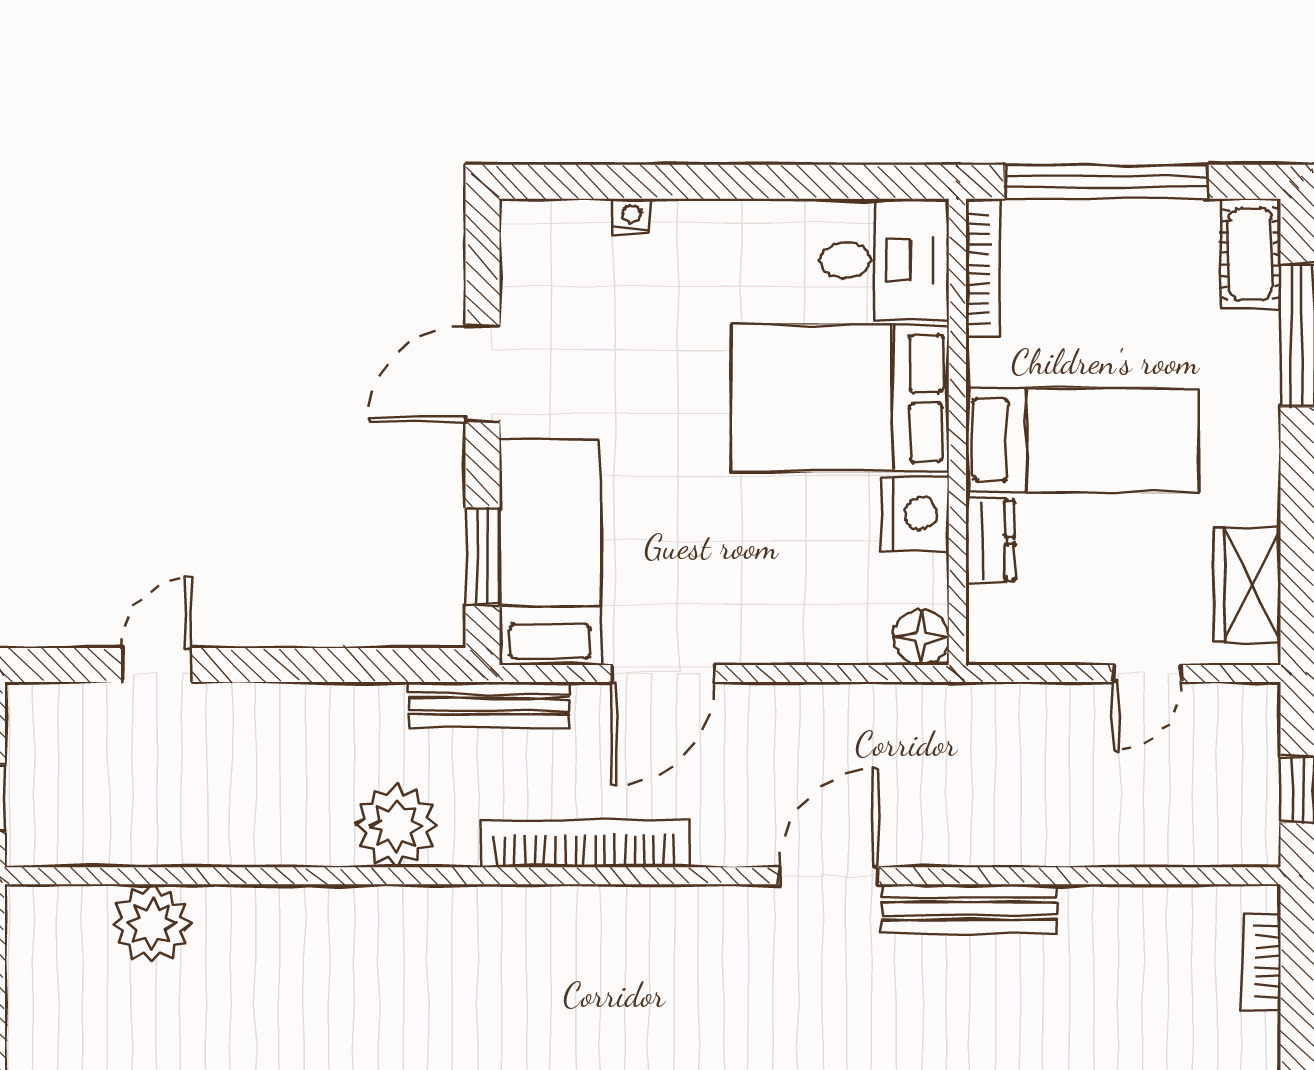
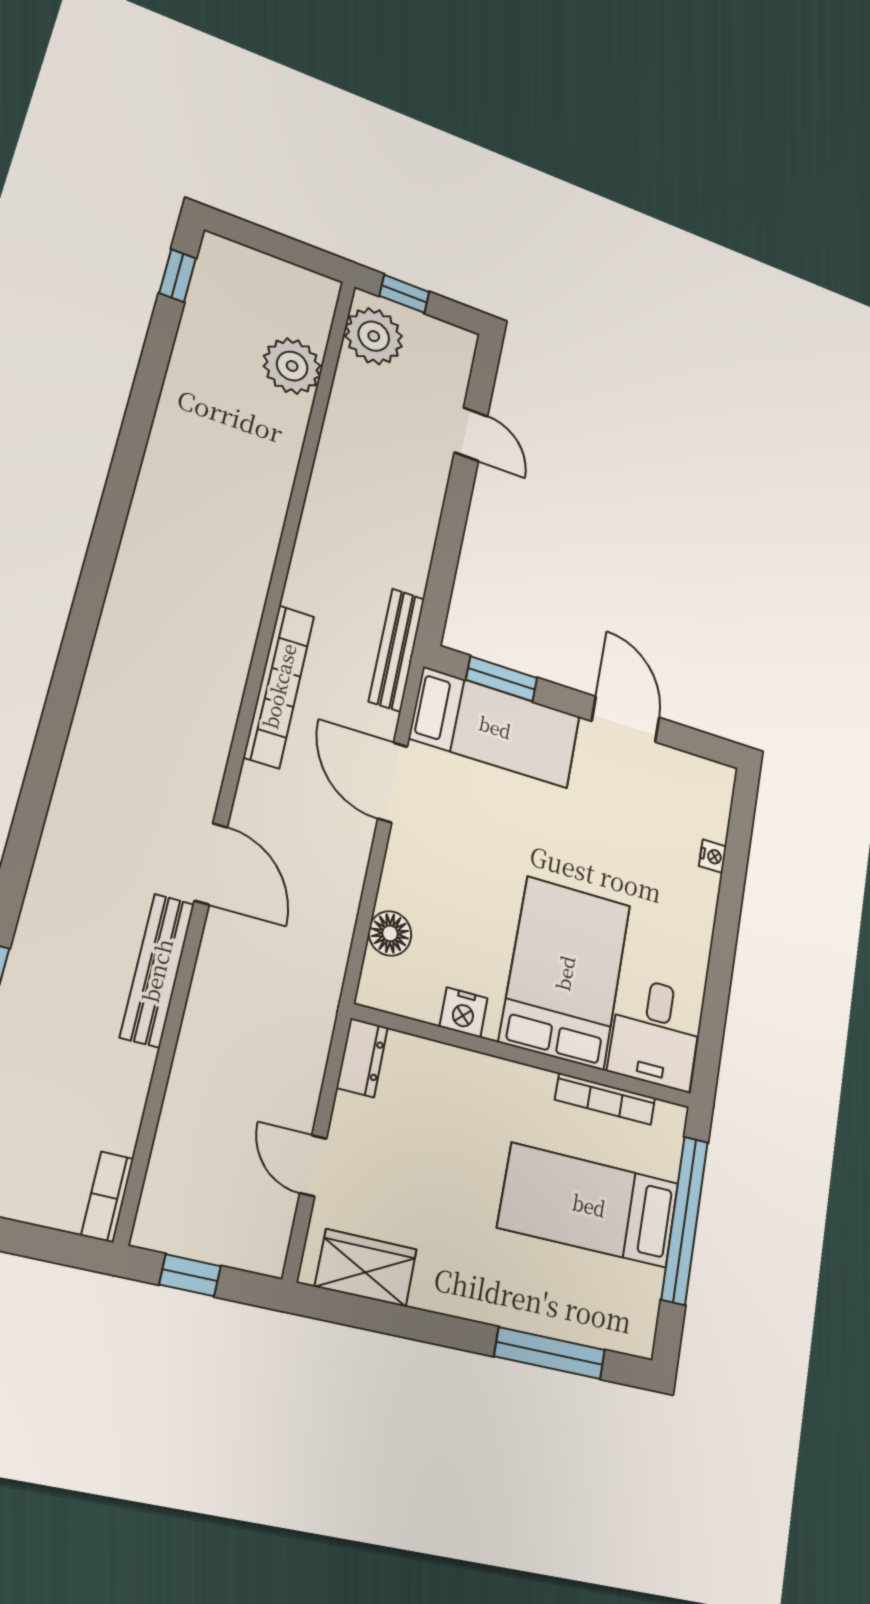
cot: (1251, 254) -> (616, 1327), removed
bookcase: (983, 269) -> (605, 1099), moved
bed: (1082, 440) -> (589, 1205), moved, turned 90
nightstand: (915, 514) -> (464, 1012), width x0.74, depth x0.75
dresser: (990, 540) -> (362, 1057), moved, turned -90
floor lamp: (921, 637) -> (390, 933), moved
plant: (396, 826) -> (374, 336), moved
bookcase: (1262, 962) -> (107, 1197), moved, turned -90

